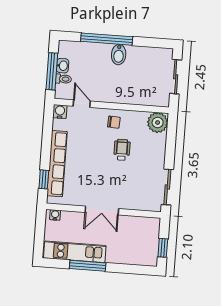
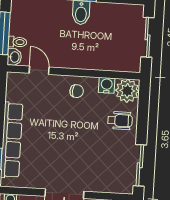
washbasin: (63, 66) -> (14, 57), moved
water cooler: (60, 112) -> (107, 85), moved
wheelchair: (122, 150) -> (120, 120), moved, turned 90

